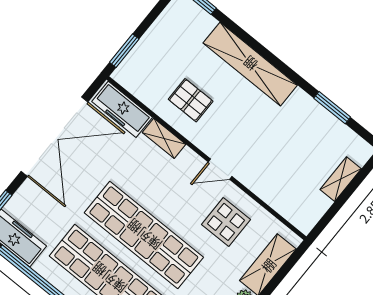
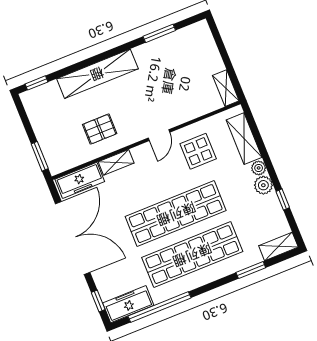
shelving: (341, 179) -> (226, 88), moved

